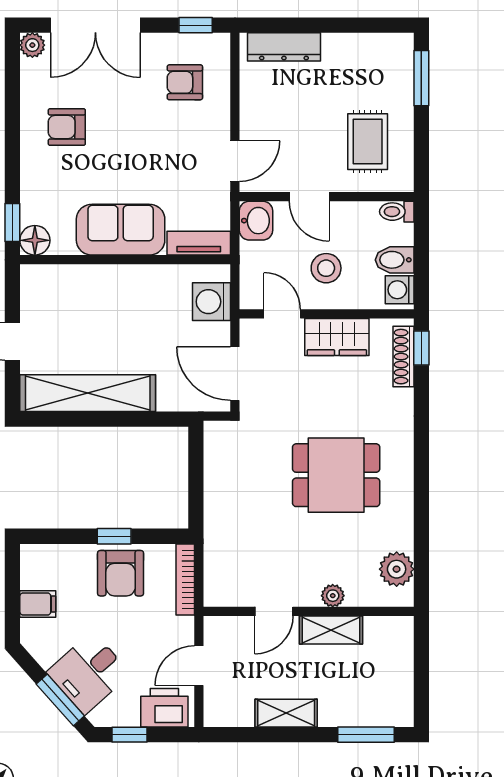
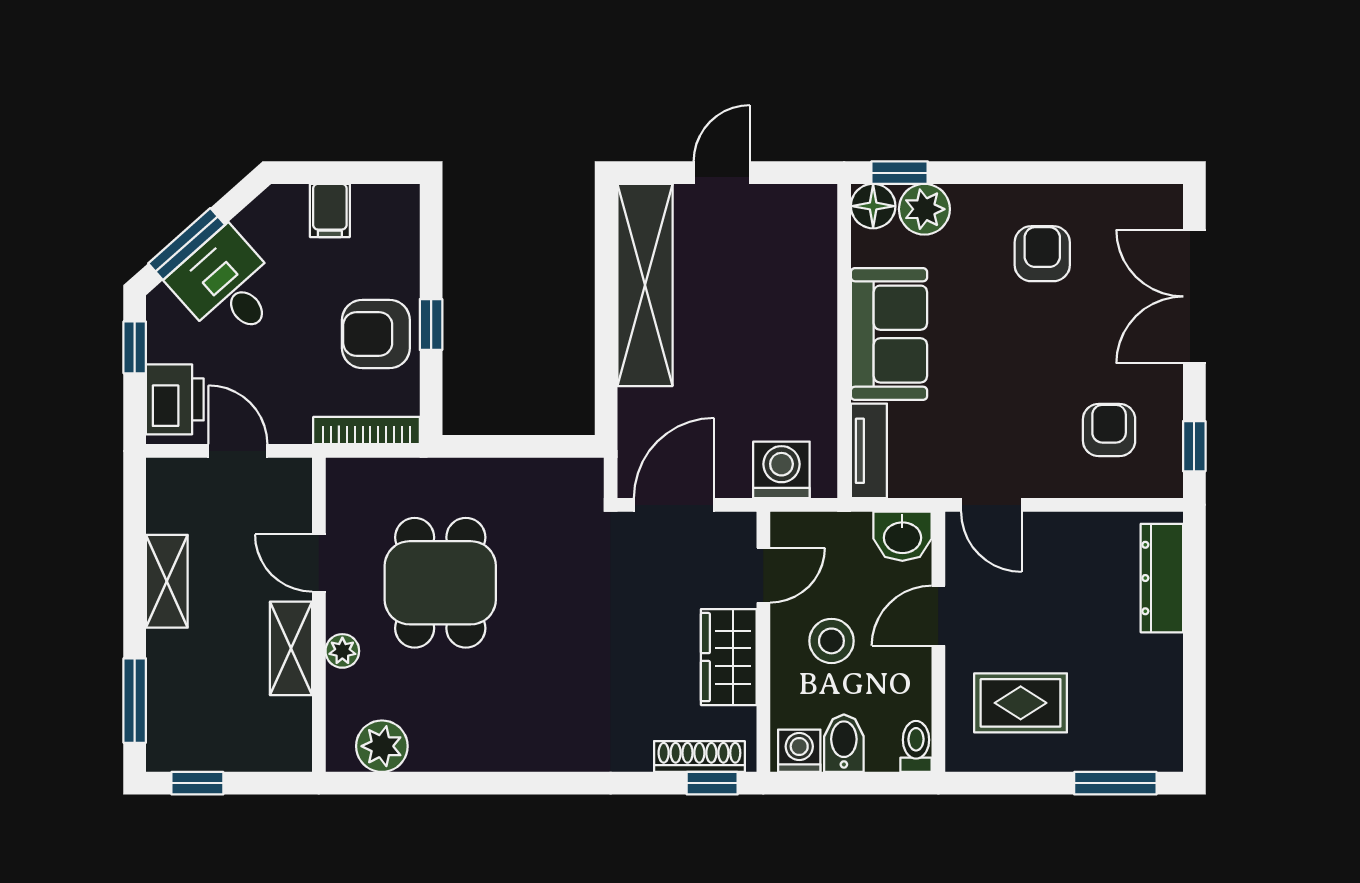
plant: (32, 45) -> (924, 209), moved, width x1.38, depth x1.38
dining table: (336, 475) -> (440, 583), moved
window: (421, 693) -> (197, 783), added

